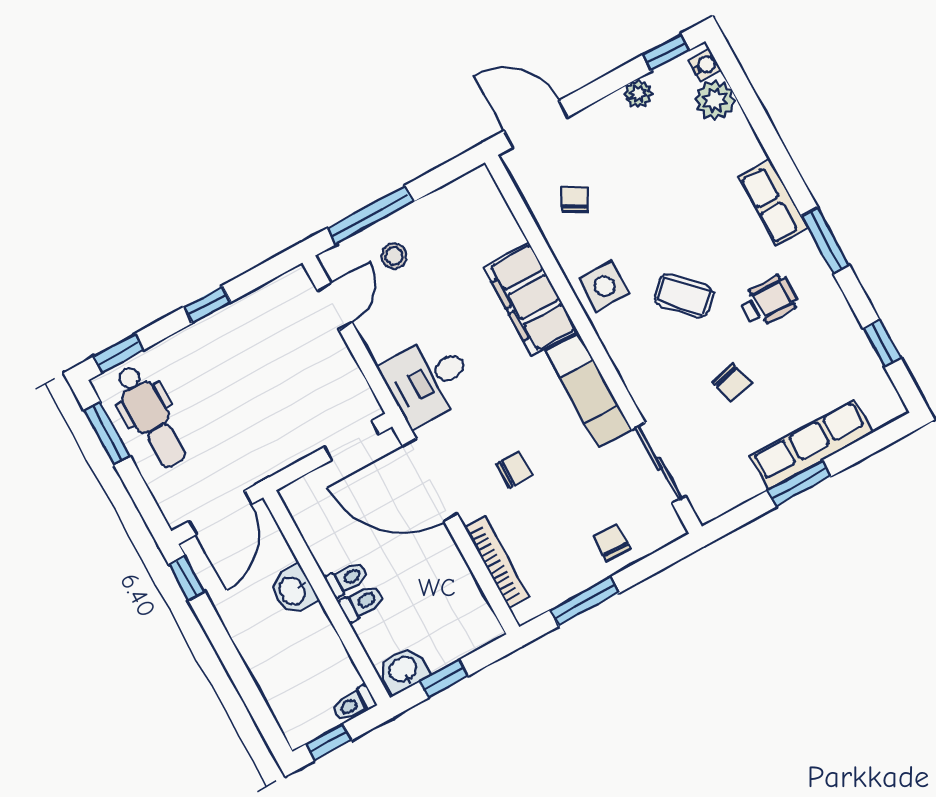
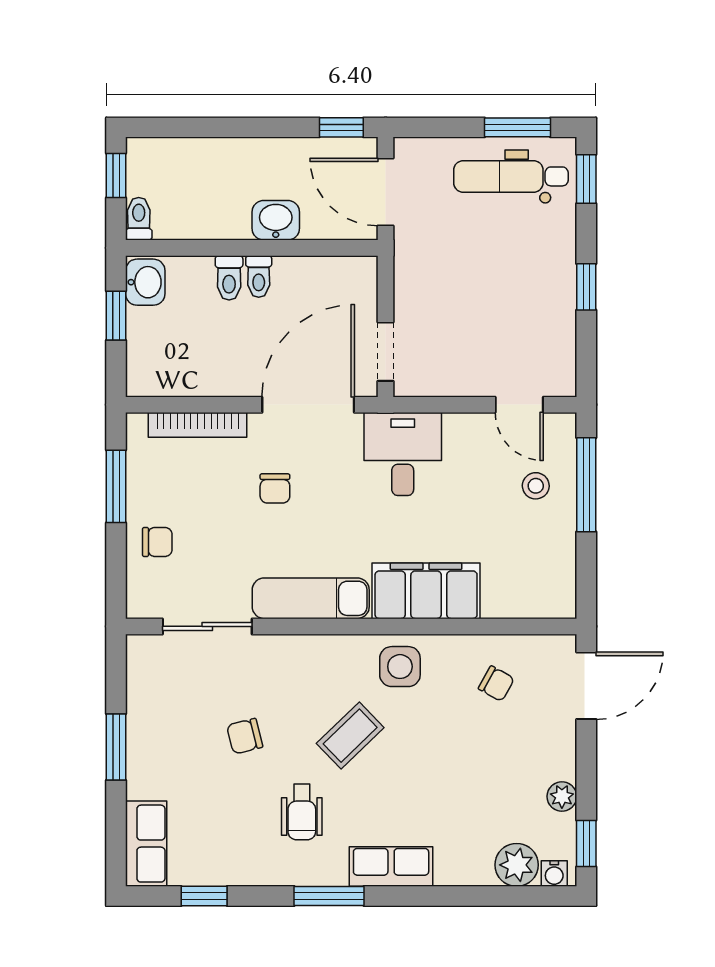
row of seats: (811, 445) -> (146, 844), moved, width x0.68

